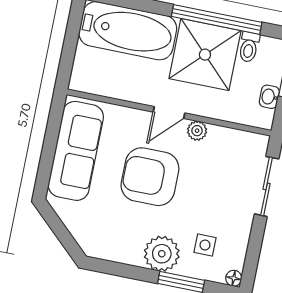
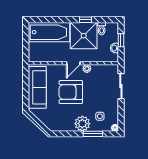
window: (217, 19) -> (86, 20), width x0.32

